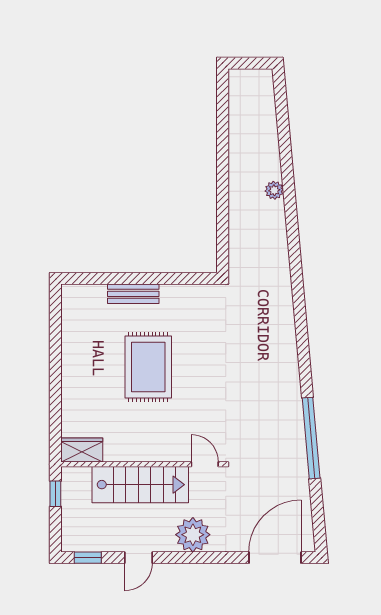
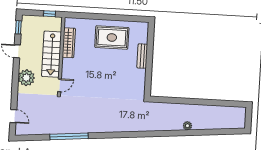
rug: (148, 367) -> (112, 37), moved
wardrobe: (82, 450) -> (69, 43), moved, width x1.50
door: (275, 558) -> (13, 116), width x0.53

